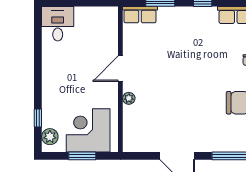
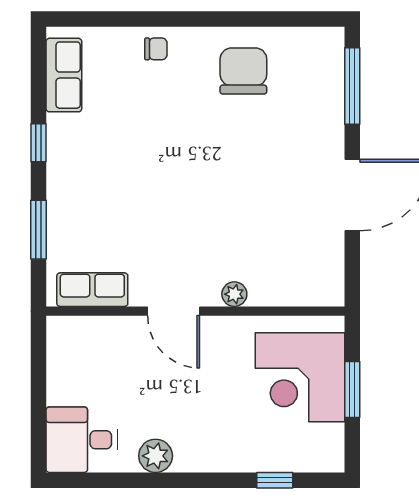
row of seats: (140, 15) -> (92, 290), moved, turned -90
plant: (50, 137) -> (156, 456), moved

